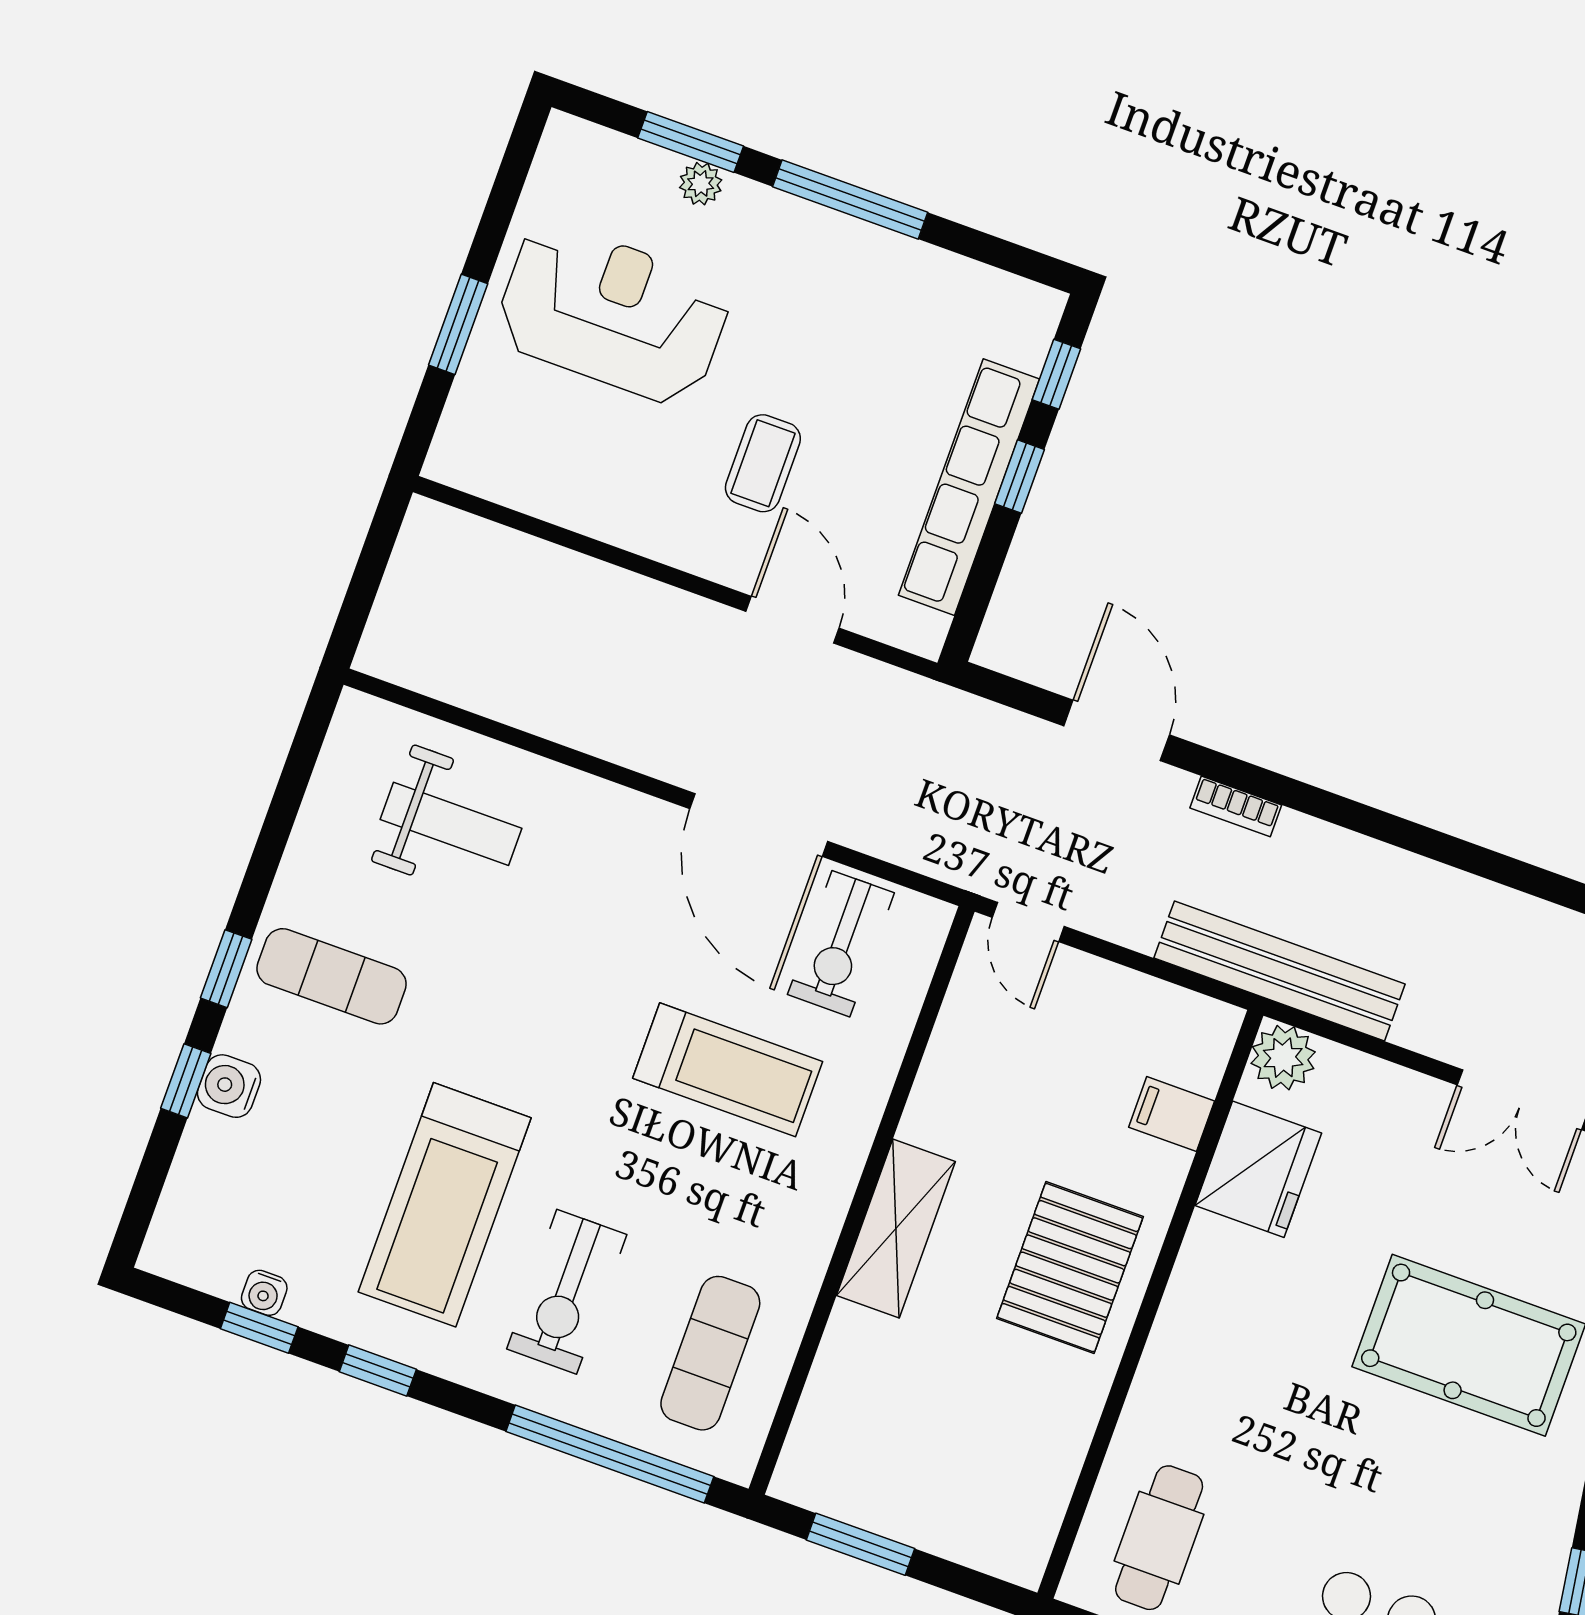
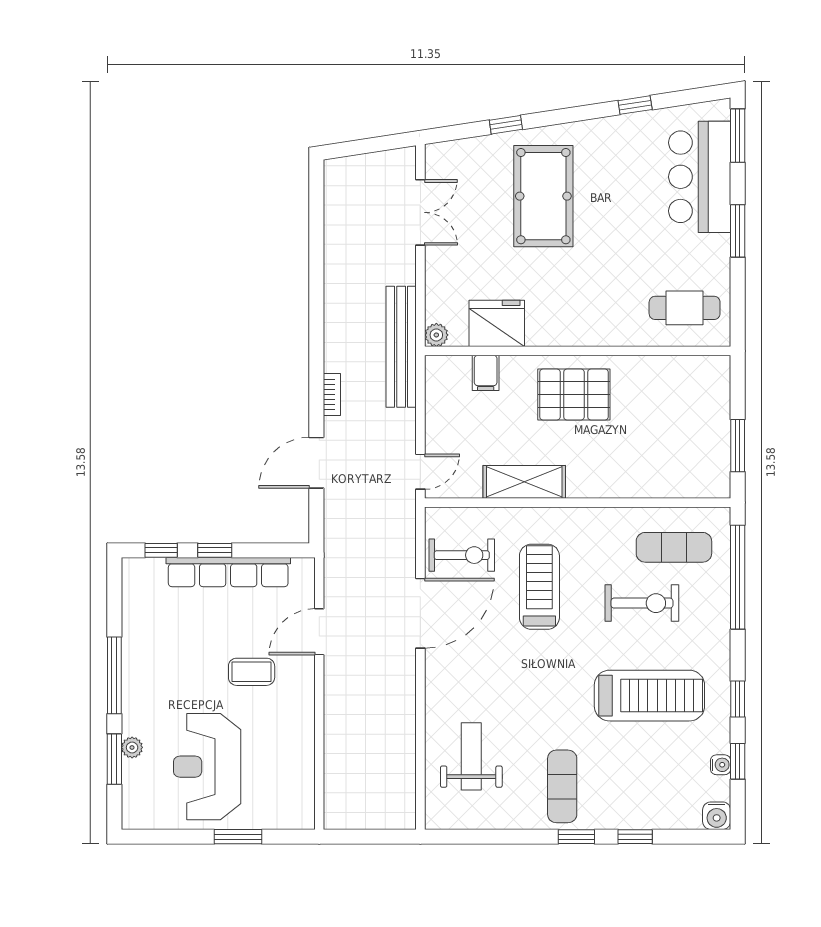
plant: (1283, 1058) -> (436, 335), width x0.73, depth x0.73
water cooler: (229, 1086) -> (717, 816), moved
shelving: (896, 1228) -> (524, 482), moved
exercise bike: (567, 1292) -> (642, 603), moved

